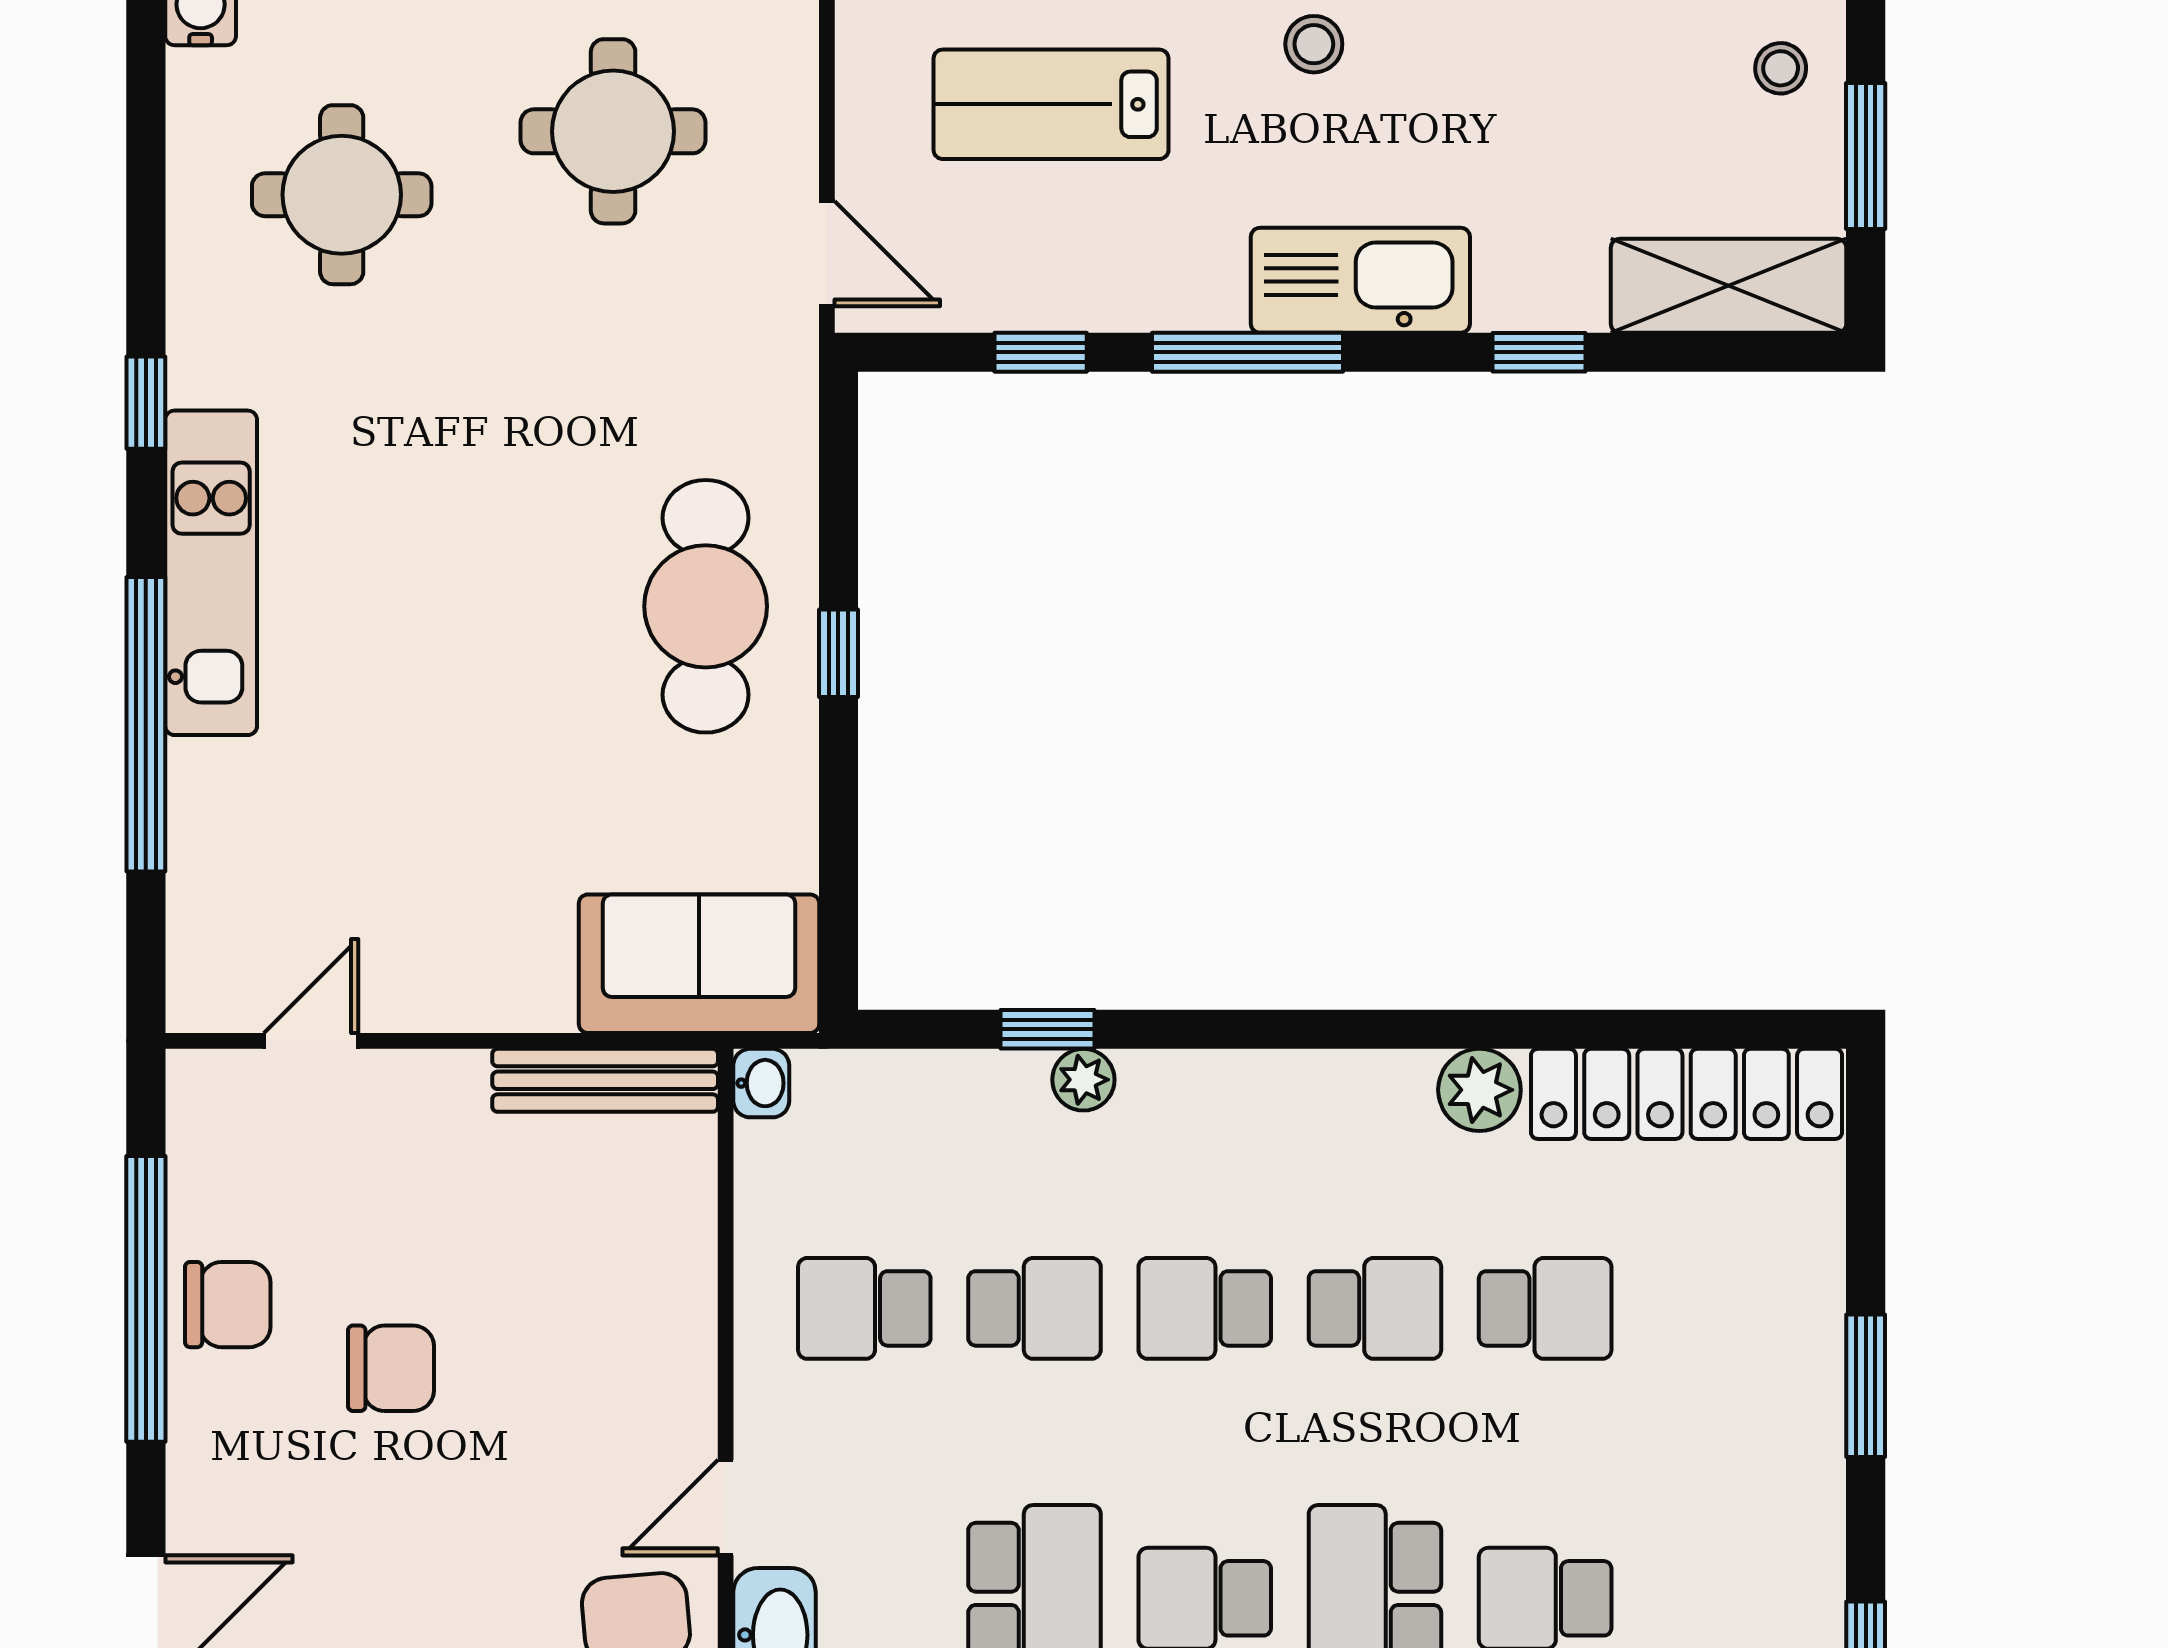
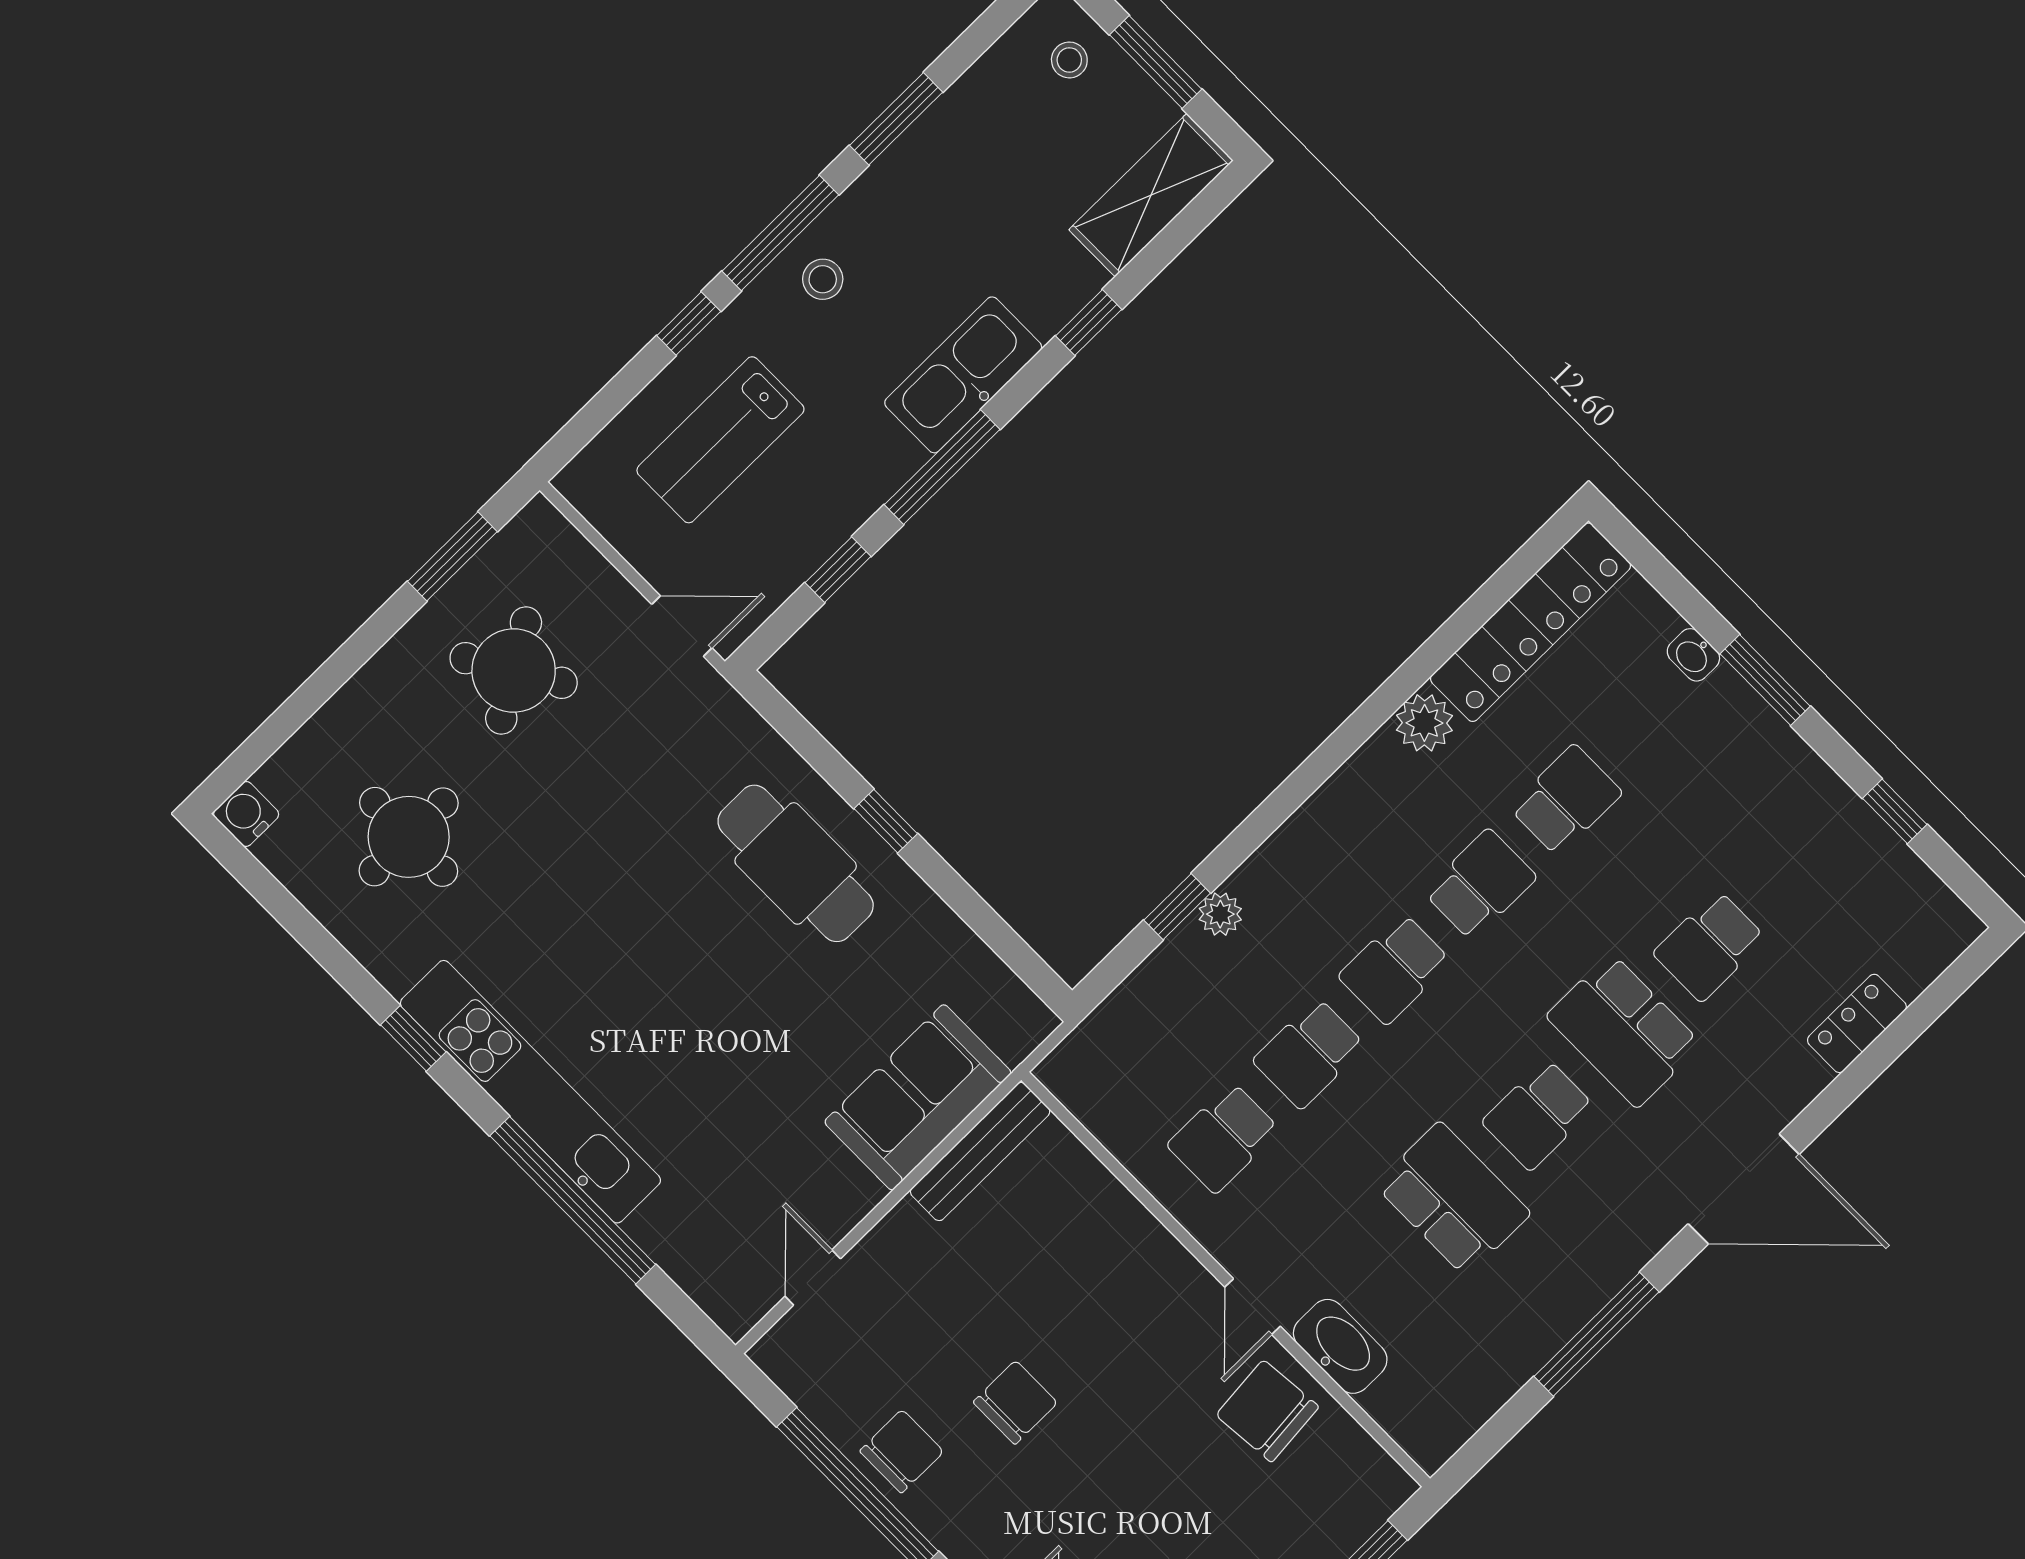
round table: (613, 131) -> (514, 670), turned -31
kitchen unit: (211, 573) -> (530, 1092), width x1.36
sofa: (699, 964) -> (918, 1097), moved
washbasin: (761, 1083) -> (1693, 655), moved, turned 180
school desk: (1035, 1308) -> (1309, 1053), turned 180

